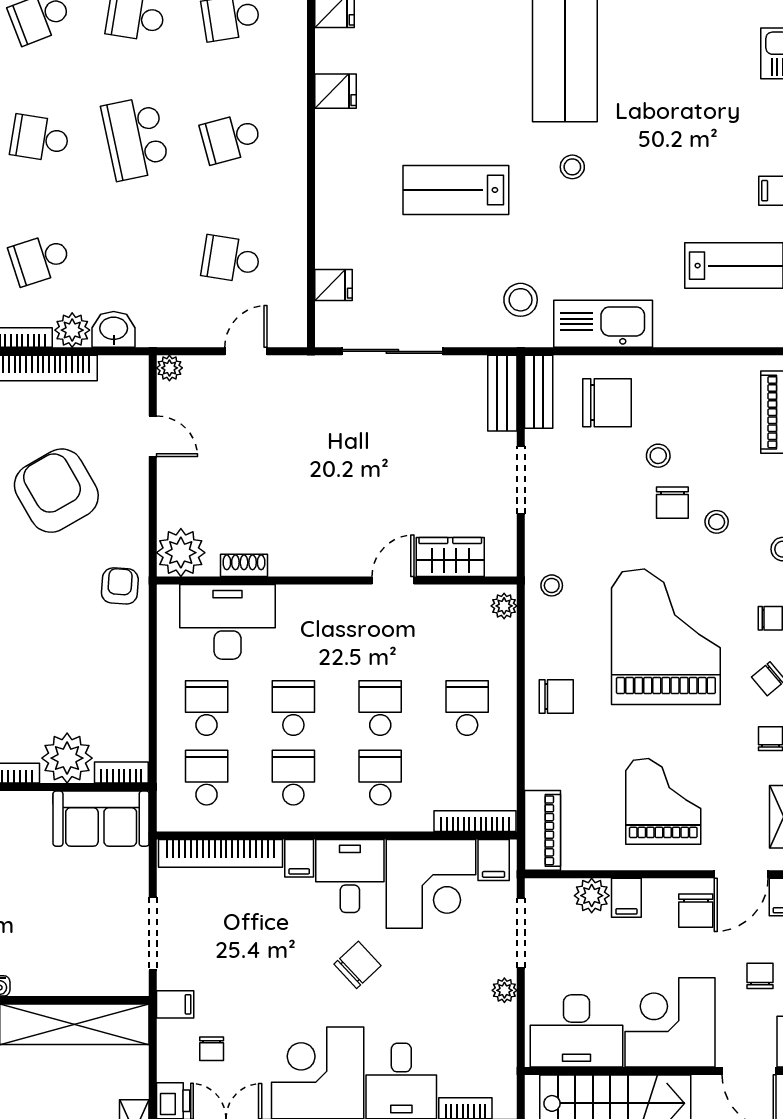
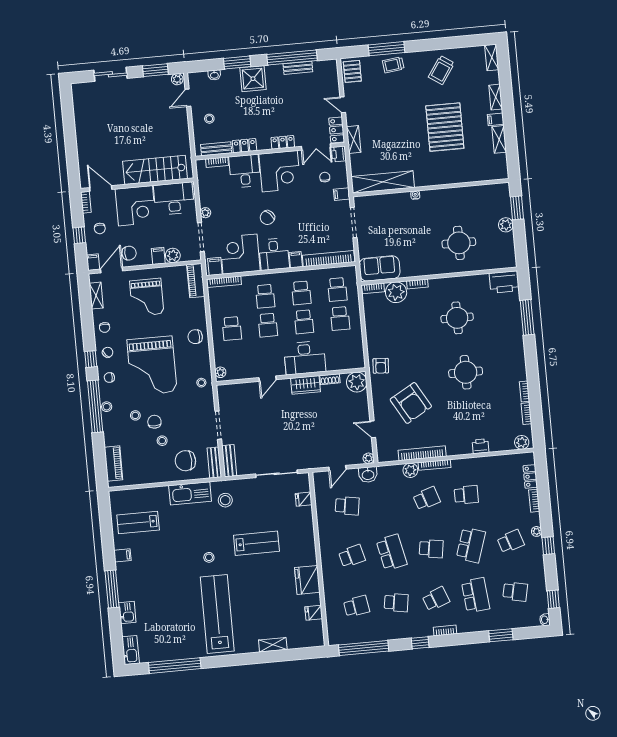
fridge: (335, 91) -> (307, 580), width x1.88, depth x1.34
washbasin: (114, 329) -> (368, 475), moved
wardrobe: (450, 557) -> (305, 385), moved
desk: (228, 622) -> (305, 358), moved
chair: (696, 911) -> (129, 253), turned 88

